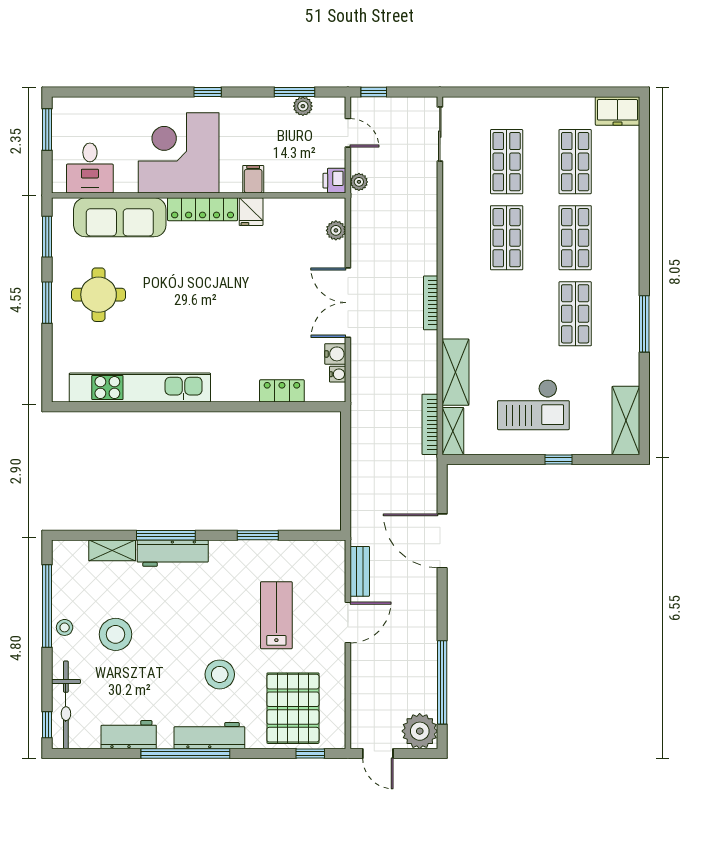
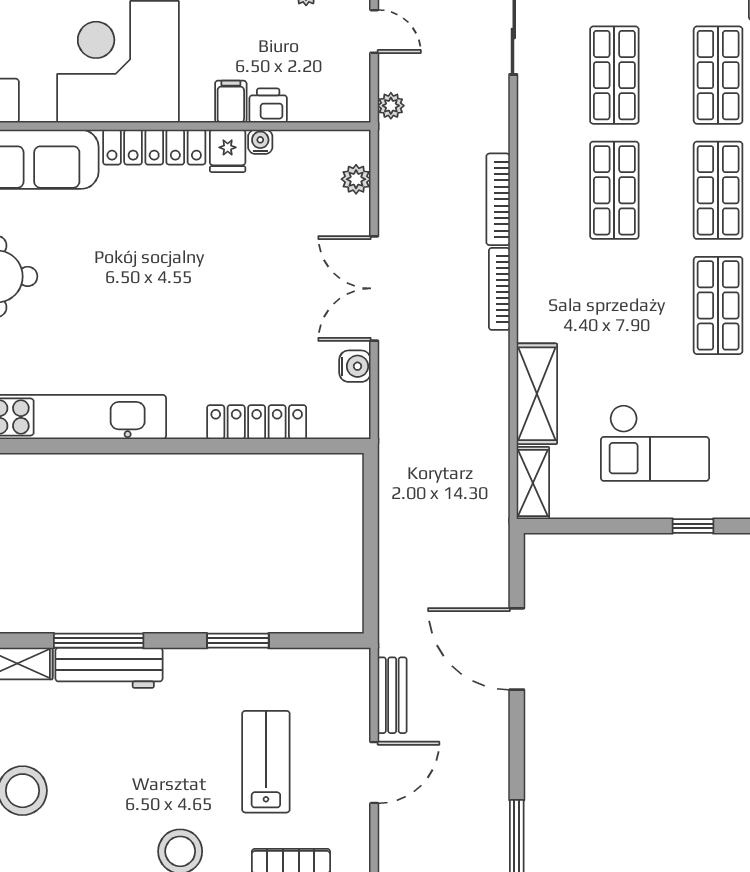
printer: (334, 181) -> (268, 106), moved, turned 90
water cooler: (338, 374) -> (260, 142), moved, turned -90
locker: (282, 391) -> (257, 422), width x1.53
bookcase: (430, 424) -> (498, 199), moved

